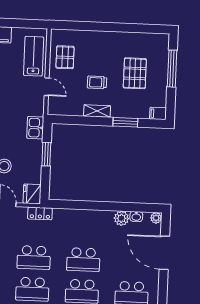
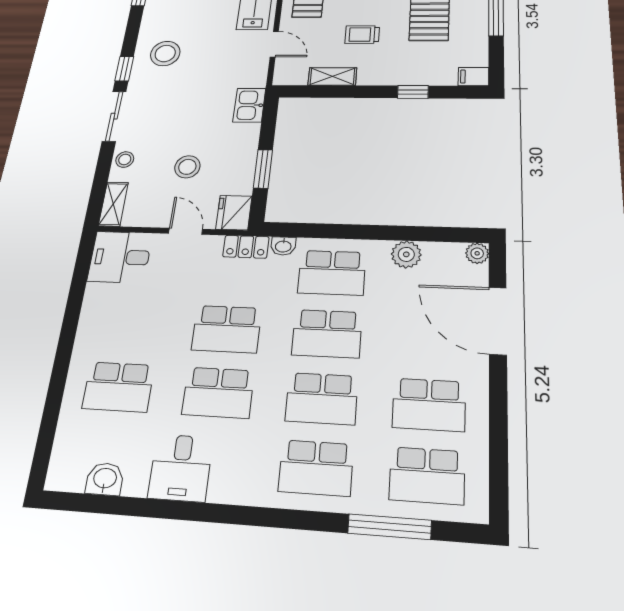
shelving: (97, 111) -> (332, 76), moved
window: (125, 122) -> (413, 92), width x0.67
window: (46, 154) -> (263, 169), moved
washbasin: (136, 216) -> (283, 246), moved
school desk: (85, 228) -> (332, 273), added

